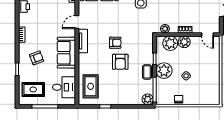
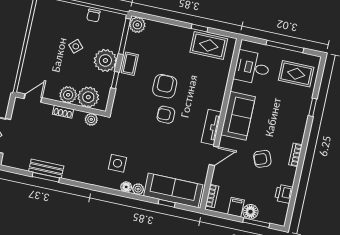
door: (207, 35) -> (33, 98), hinge flipped
armchair: (37, 58) -> (262, 159), moved
rug: (91, 86) -> (209, 45), moved, turned 90

